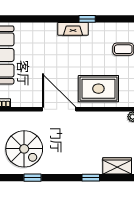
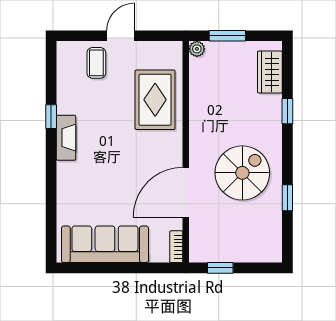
door: (59, 109) -> (186, 192), moved
spiral stairs: (24, 149) -> (242, 173), moved

